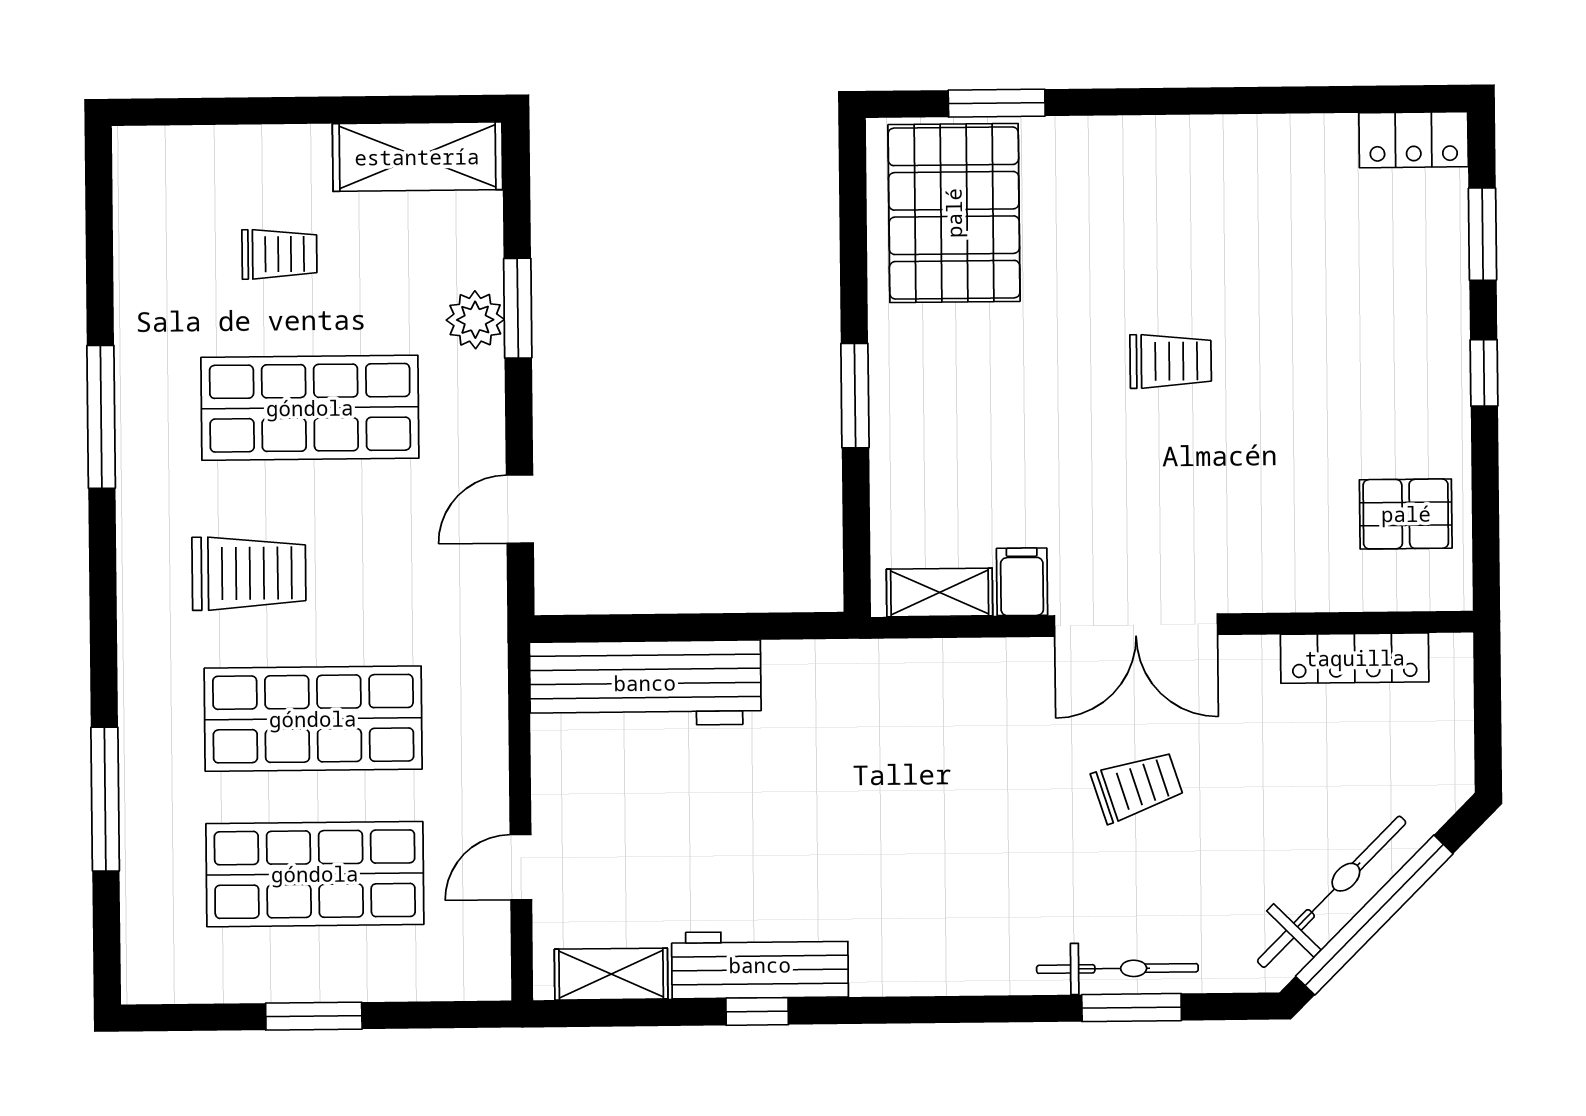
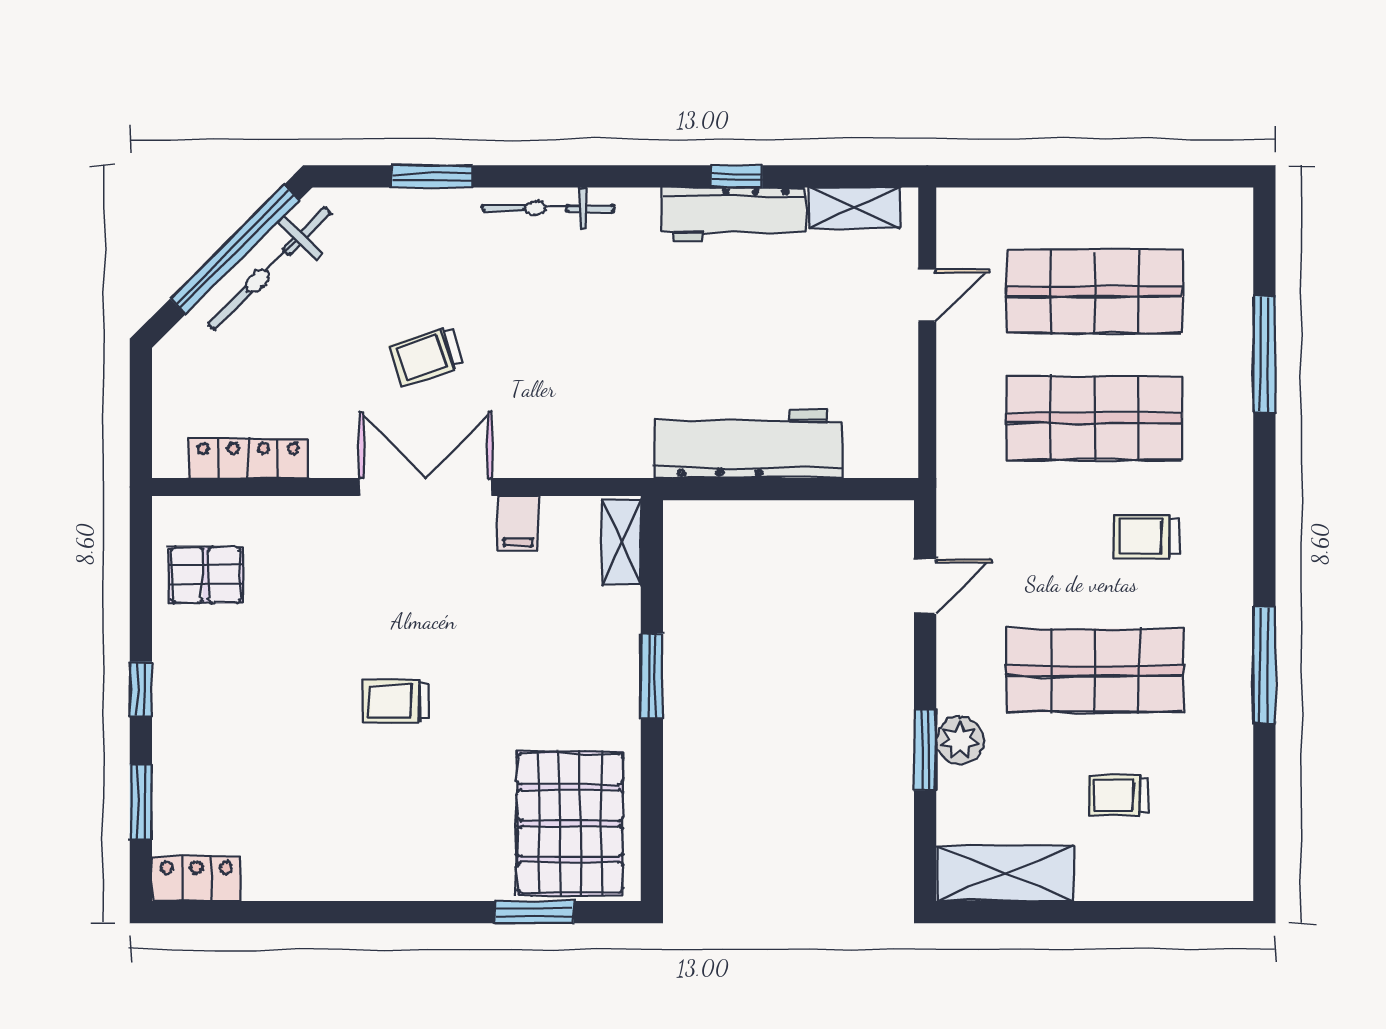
trolley: (249, 573) -> (1146, 537), width x0.73, depth x0.72
shelving: (940, 592) -> (622, 542), moved, turned 90
workbench: (645, 683) -> (748, 444), moved
bicycle: (1117, 969) -> (548, 208), moved
window: (314, 1016) -> (1097, 176), removed

